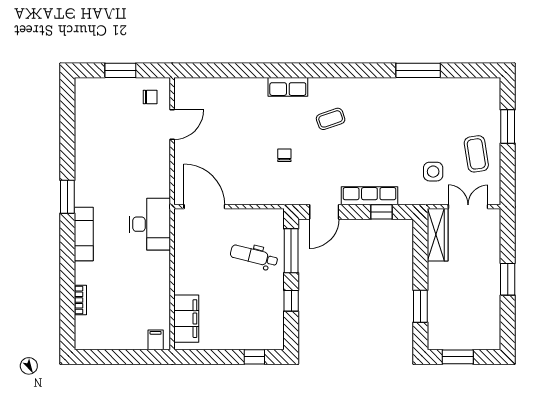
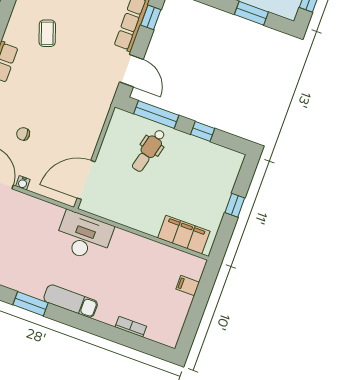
water cooler: (180, 148) -> (23, 183), added
chair: (284, 155) -> (23, 134), moved
filing cabinet: (156, 340) -> (188, 286), moved
window: (254, 357) -> (235, 205), moved

